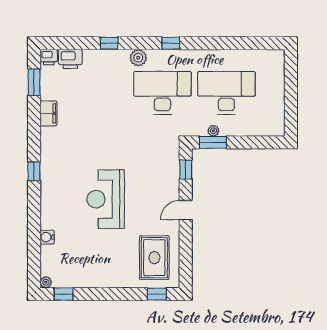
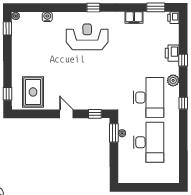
printer: (70, 59) -> (172, 53), moved
reception desk: (106, 199) -> (87, 37), moved
rug: (154, 258) -> (33, 92), turned 90

